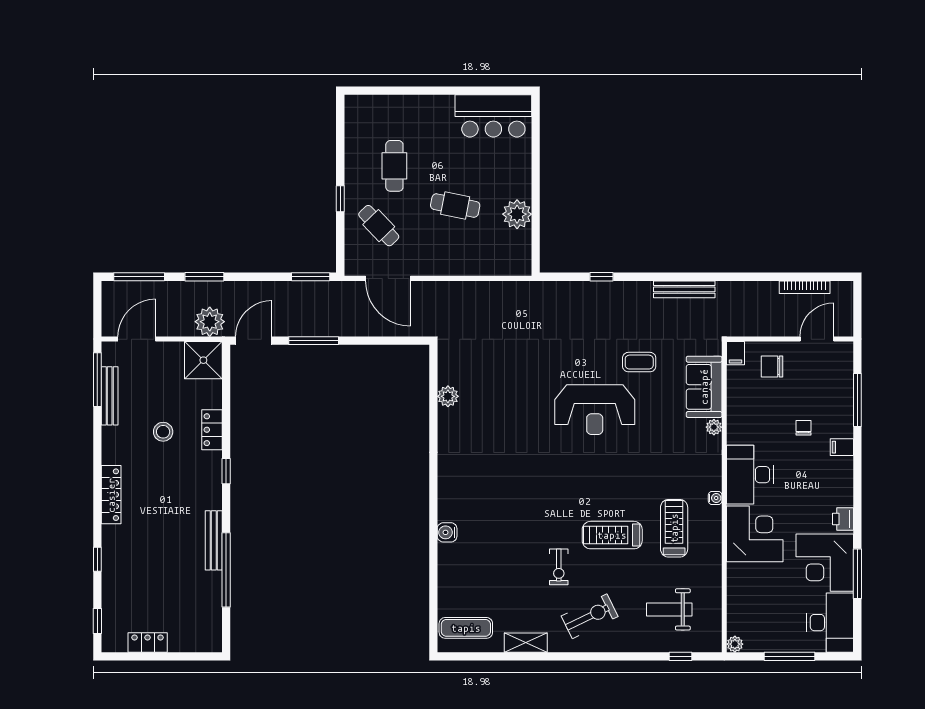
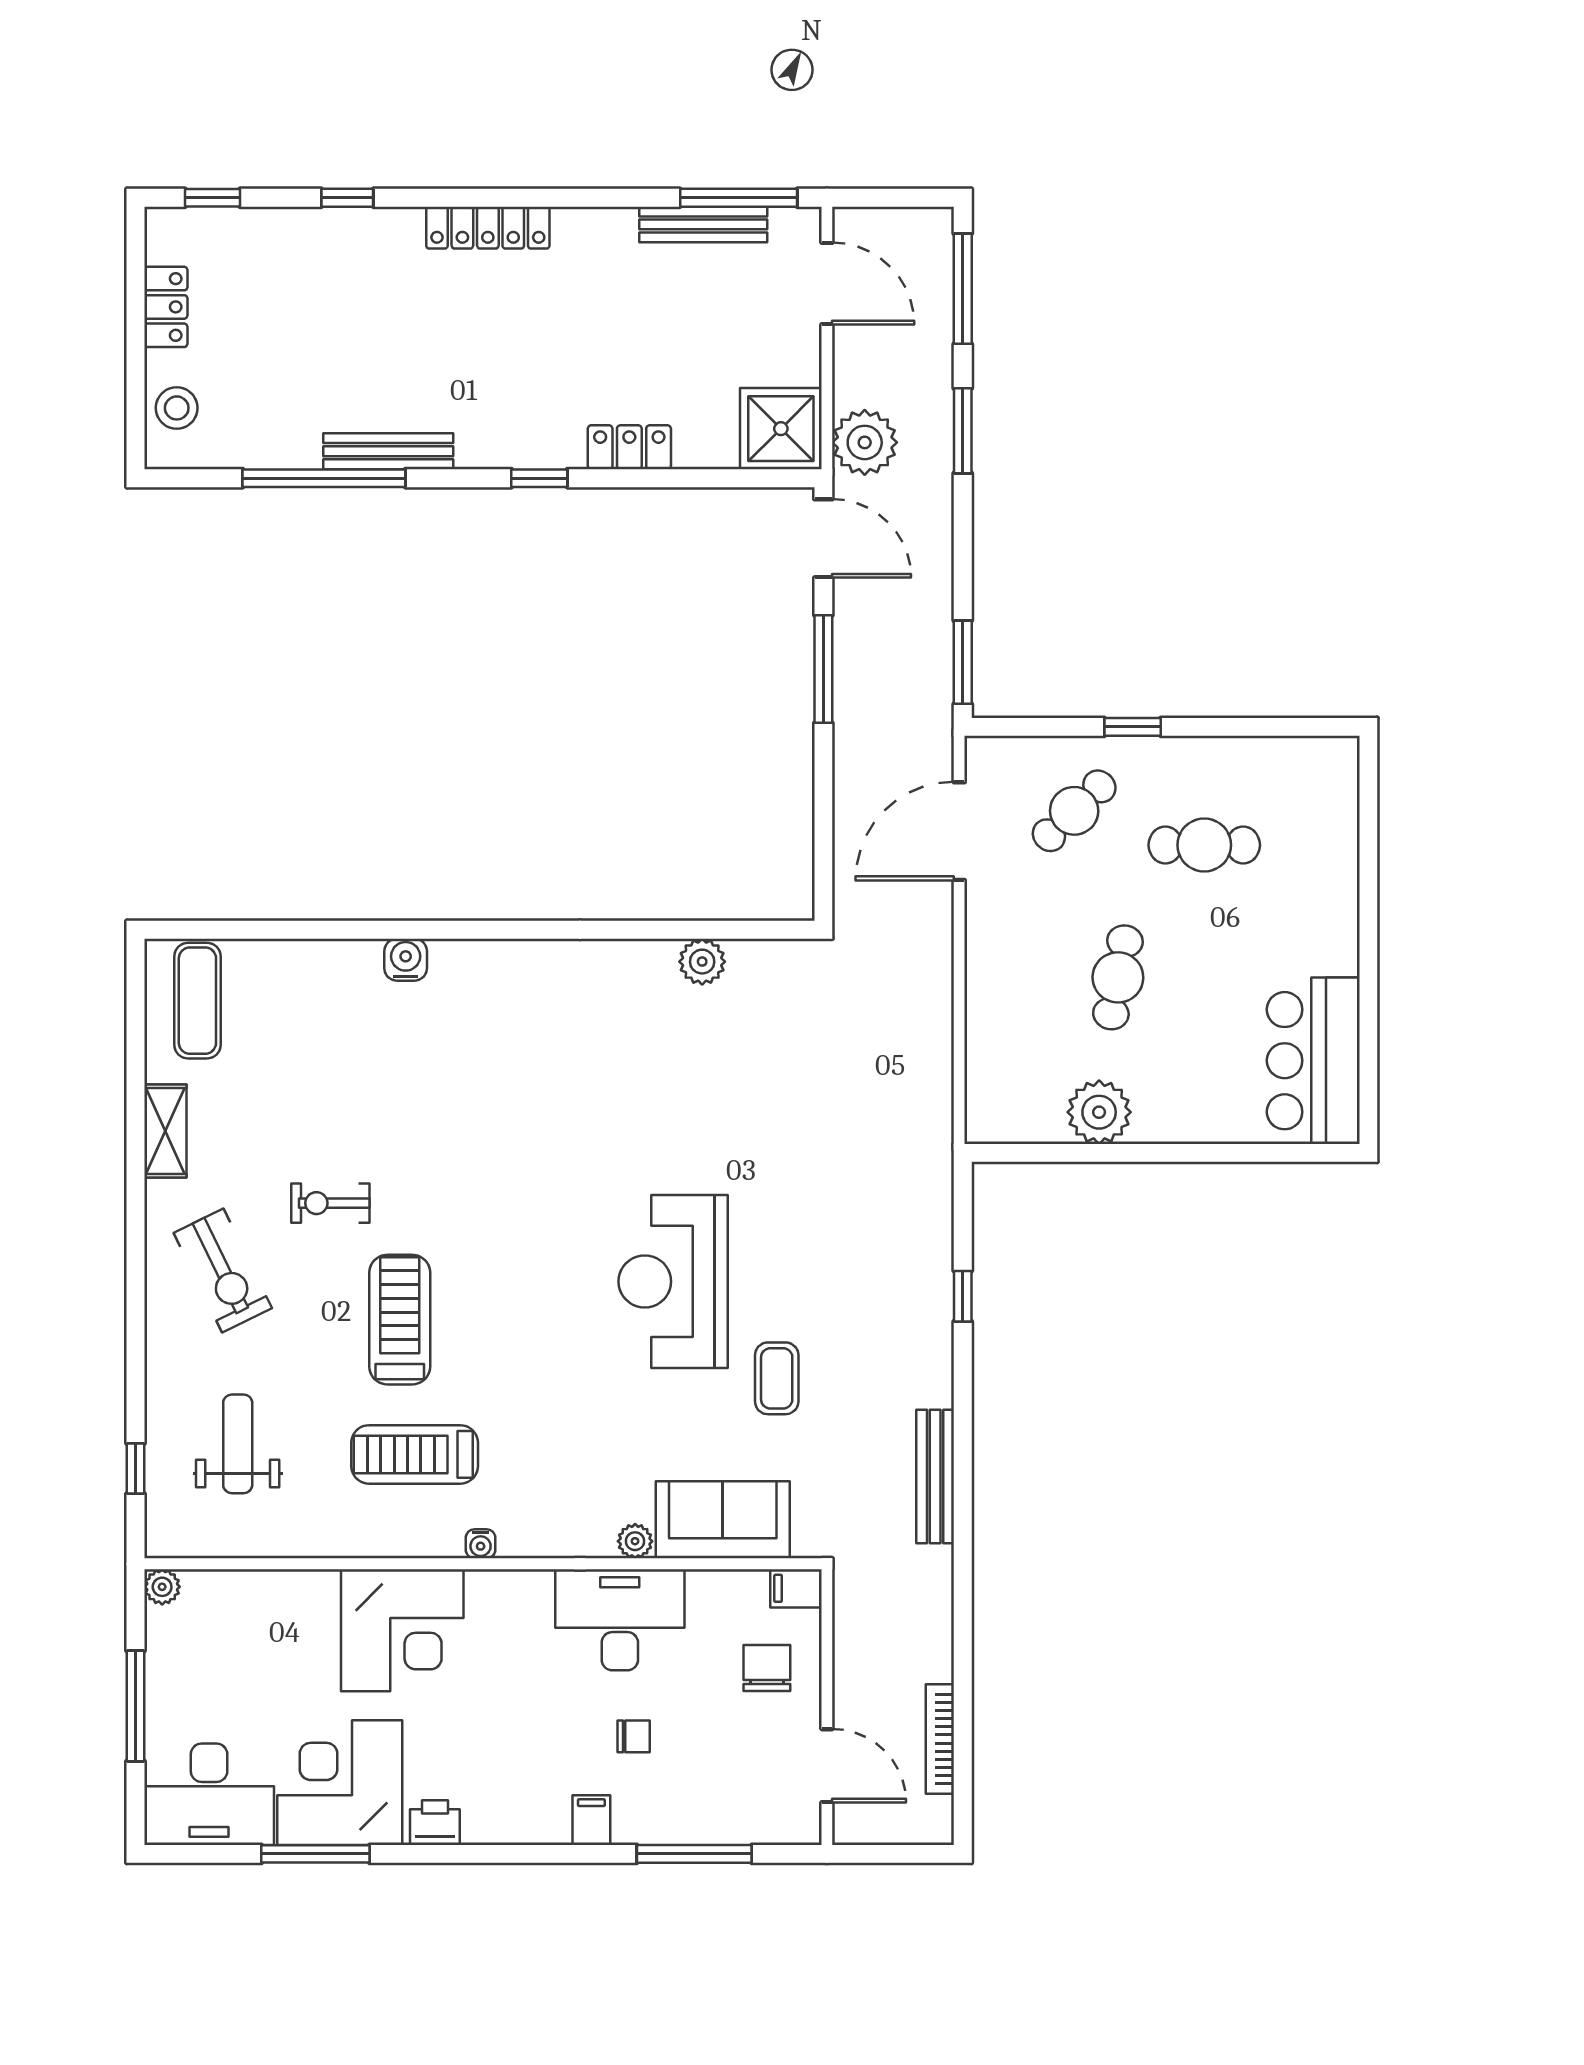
stool: (163, 432) -> (177, 408), moved
desk: (750, 475) -> (620, 1620), moved
treadmill: (674, 528) -> (415, 1454), turned 180

